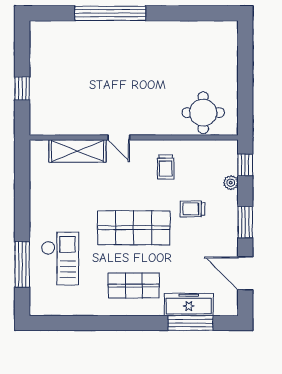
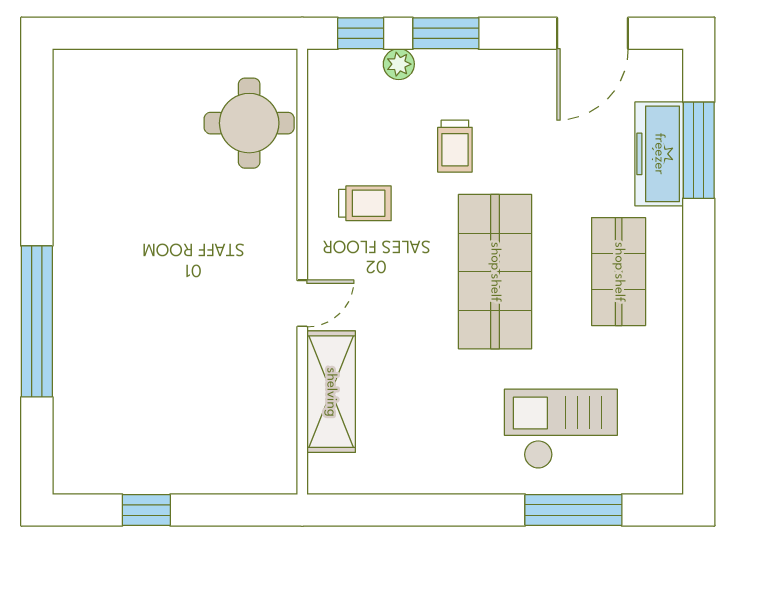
window: (22, 88) -> (146, 510), moved
window: (245, 222) -> (446, 33), moved

